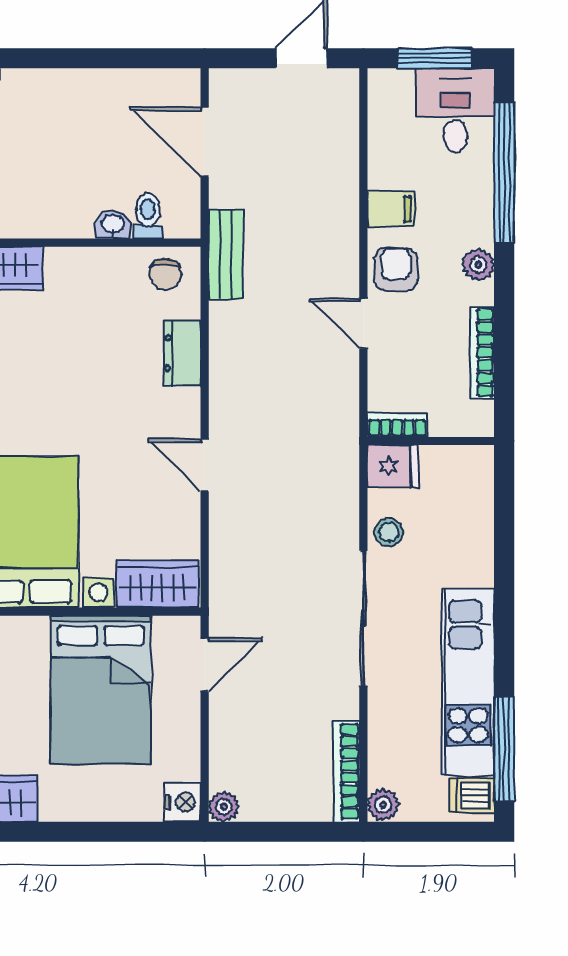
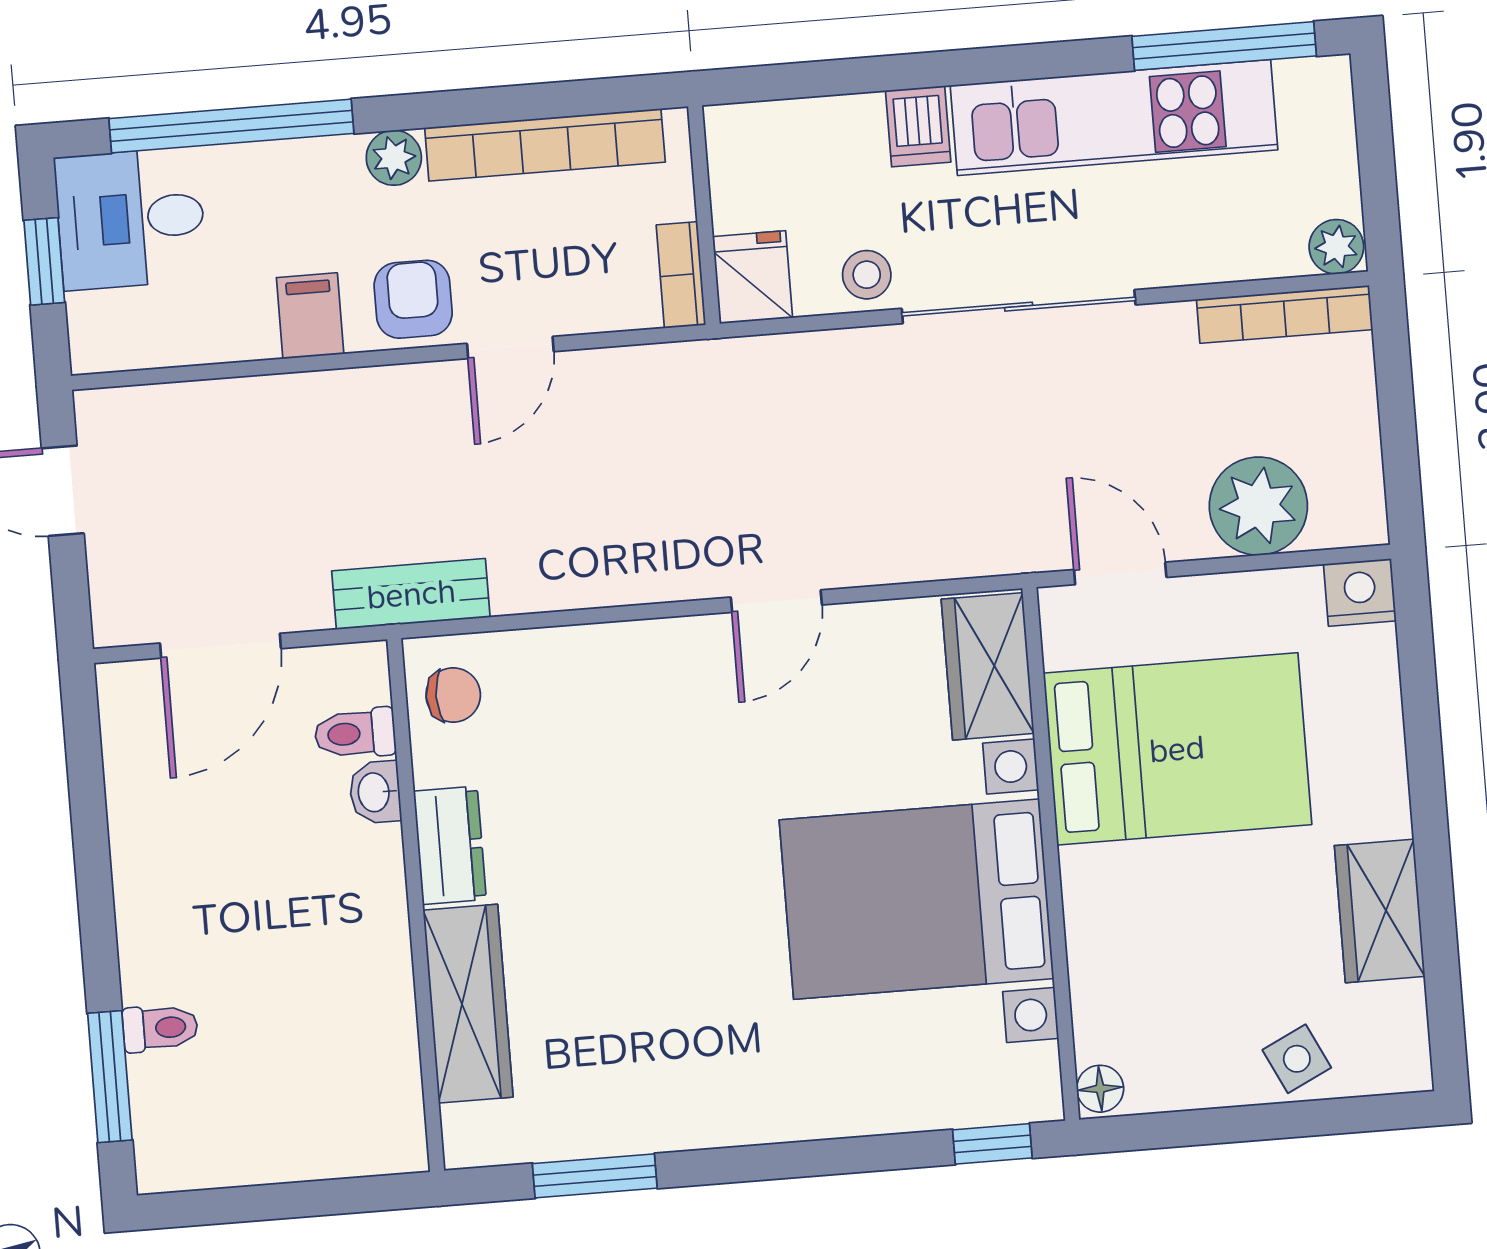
window: (435, 58) -> (44, 261), width x0.67
armchair: (396, 269) -> (413, 299), turned 90
dresser: (182, 353) -> (450, 845), moved, turned -90
bookcase: (482, 353) -> (545, 145), width x1.48, depth x1.31
dishwasher: (472, 796) -> (918, 126), moved
plant: (224, 807) -> (1258, 506), moved, width x1.88, depth x1.88

